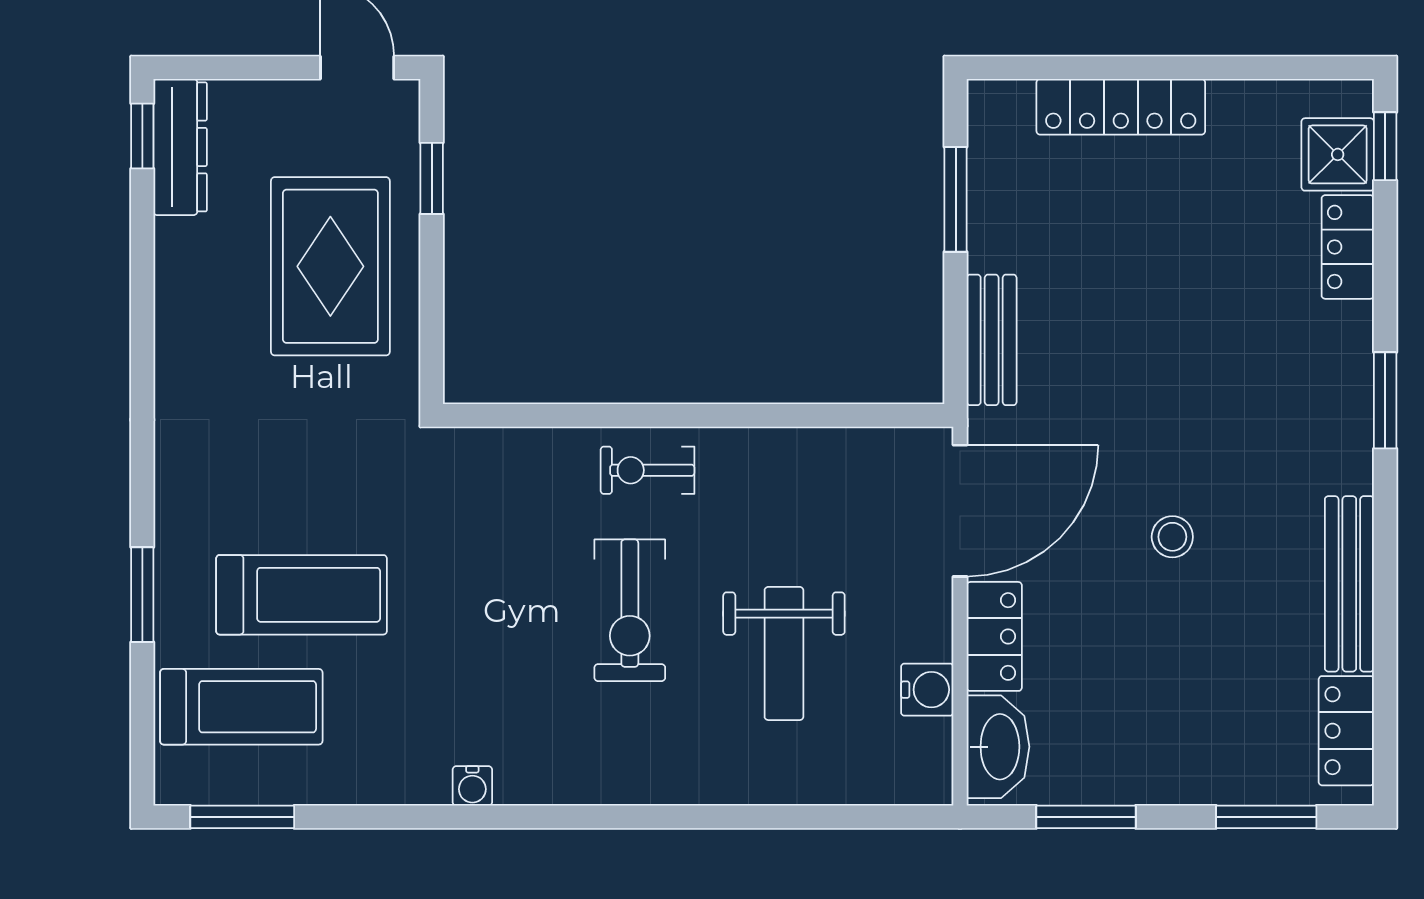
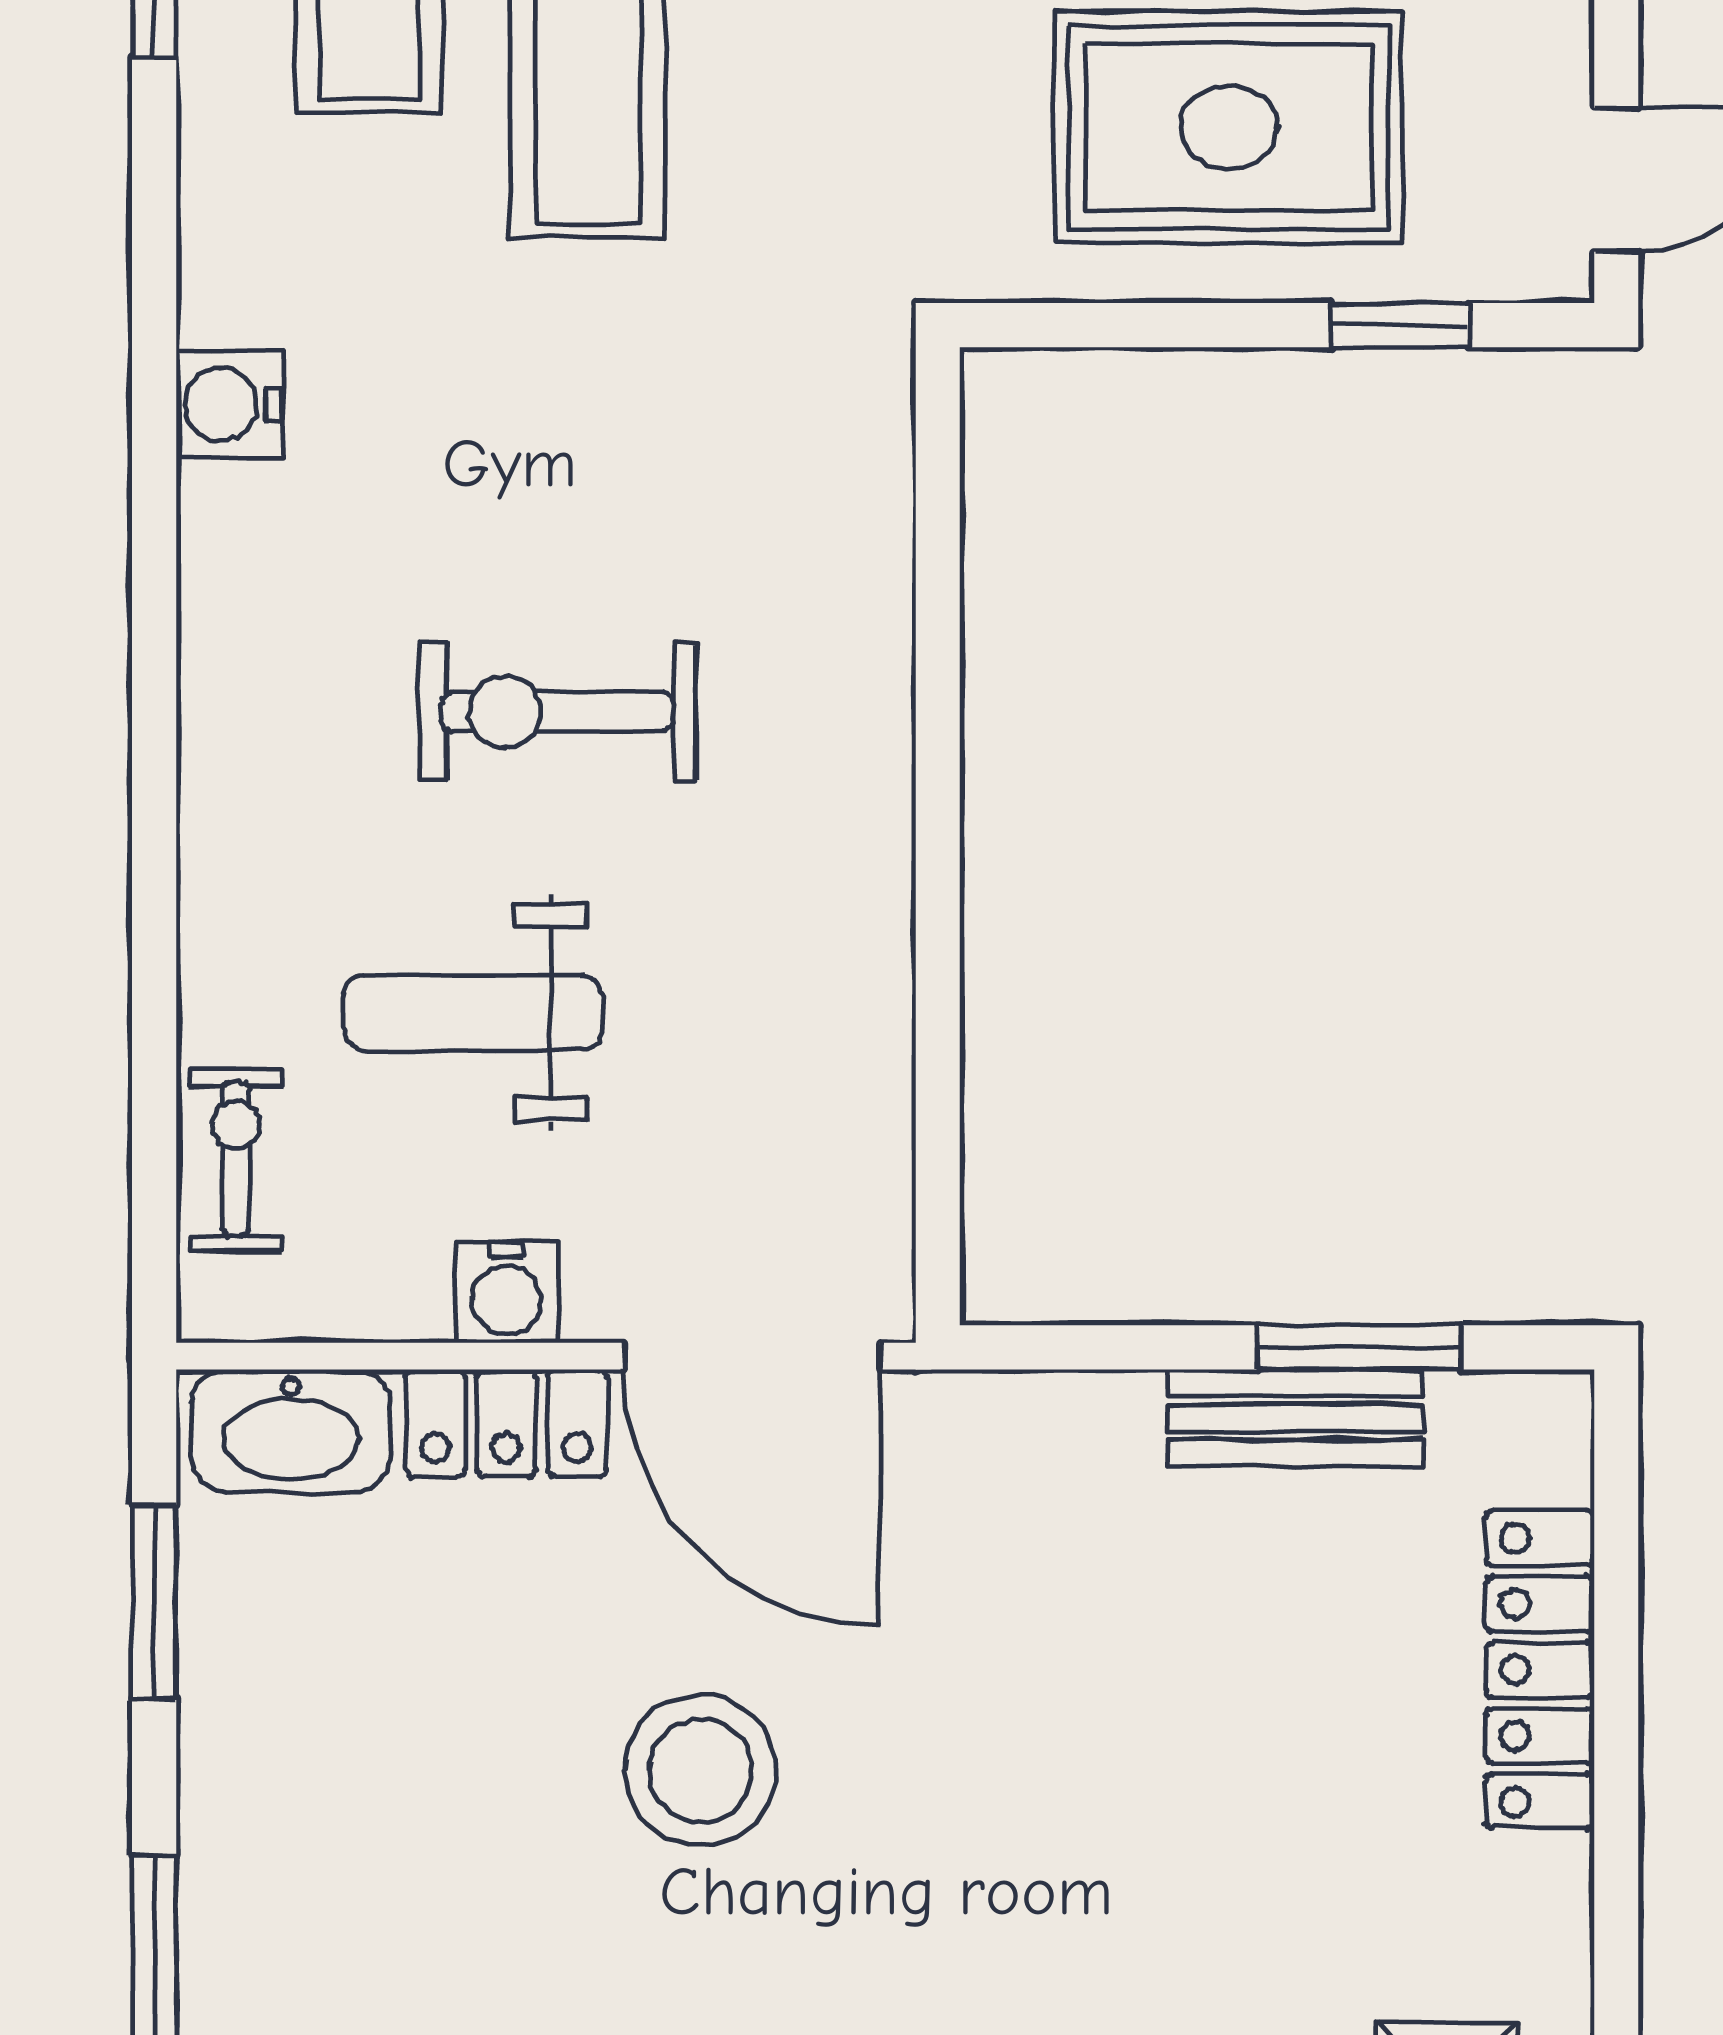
bench: (992, 340) -> (1295, 1418), moved
exercise bike: (648, 470) -> (236, 1159), moved
stool: (1172, 537) -> (701, 1771), width x1.89, depth x1.89
water cooler: (927, 690) -> (507, 1292), moved
water cooler: (472, 786) -> (229, 405), width x1.38, depth x1.38

